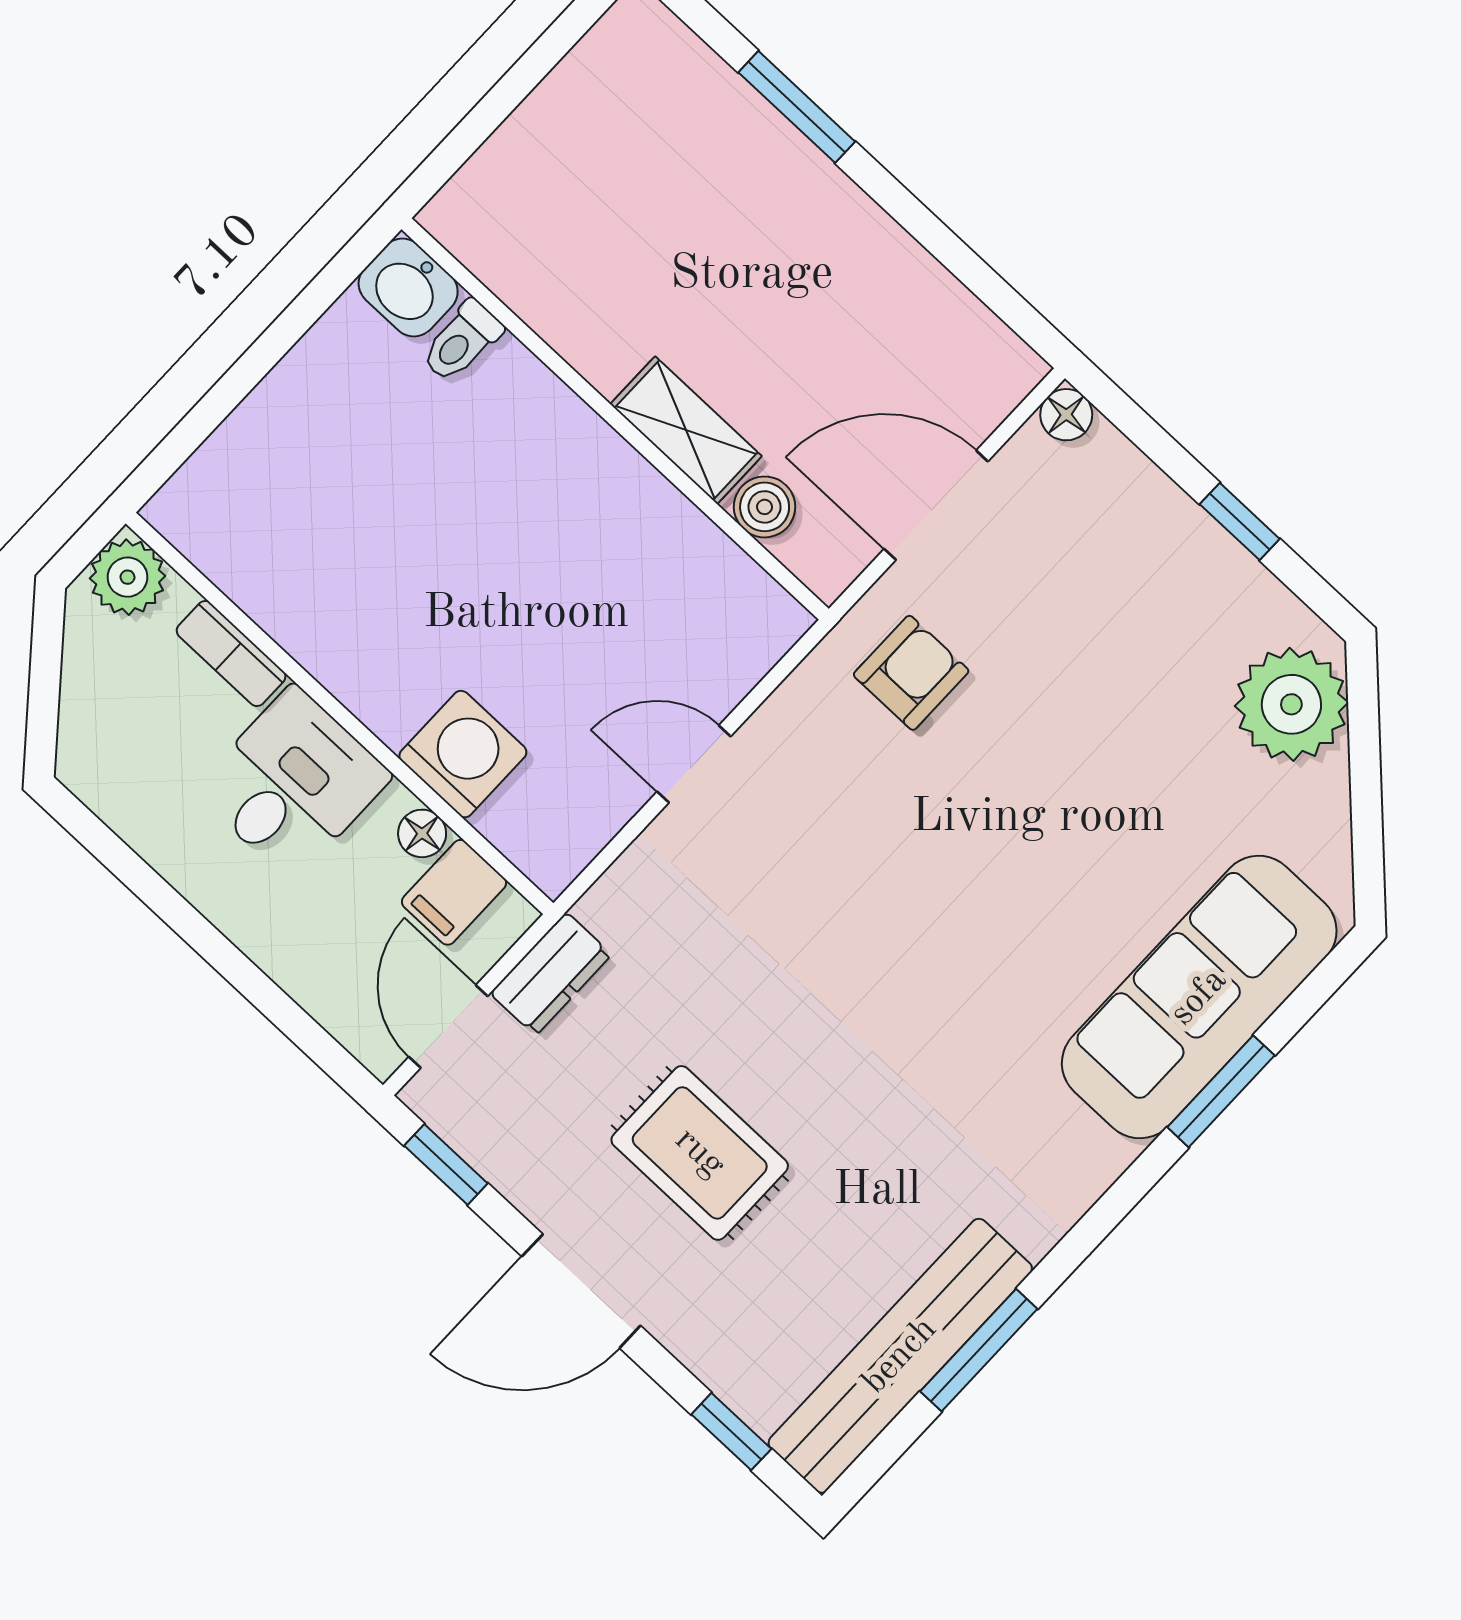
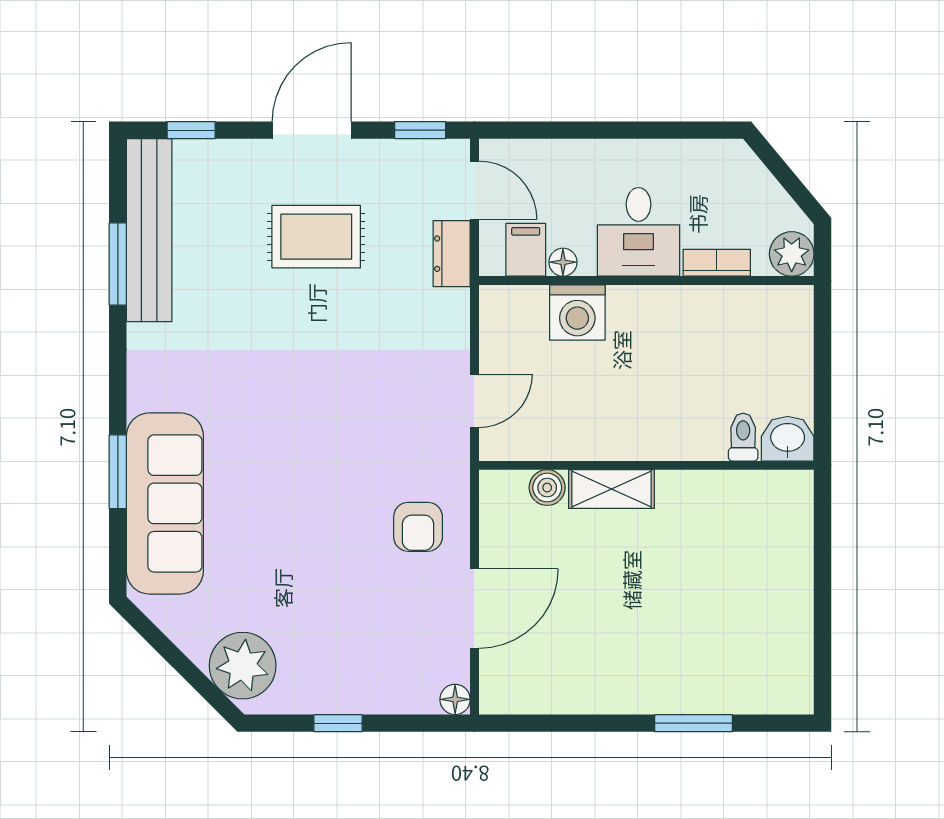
washbasin: (408, 287) -> (788, 439), moved
toilet: (462, 341) -> (743, 437), moved
wall: (615, 419) -> (646, 465), moved
shelving: (686, 430) -> (612, 489), moved
boiler: (765, 507) -> (547, 488), moved

